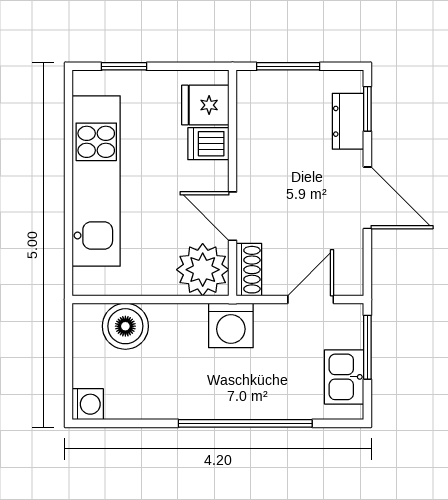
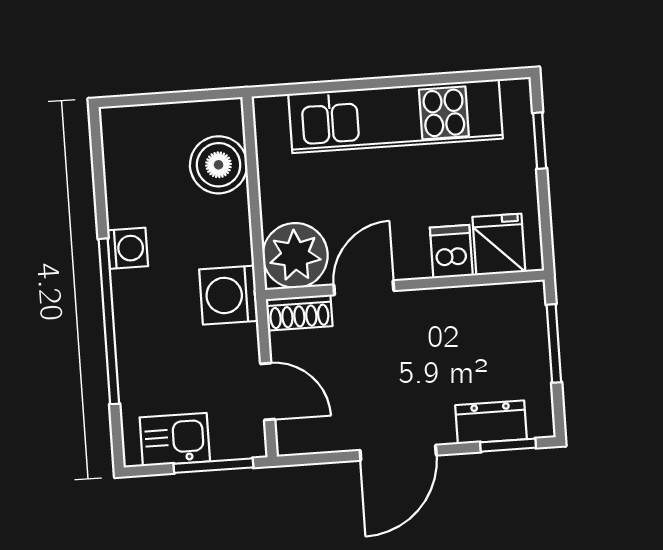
washing machine: (88, 404) -> (128, 248), moved, turned -90

